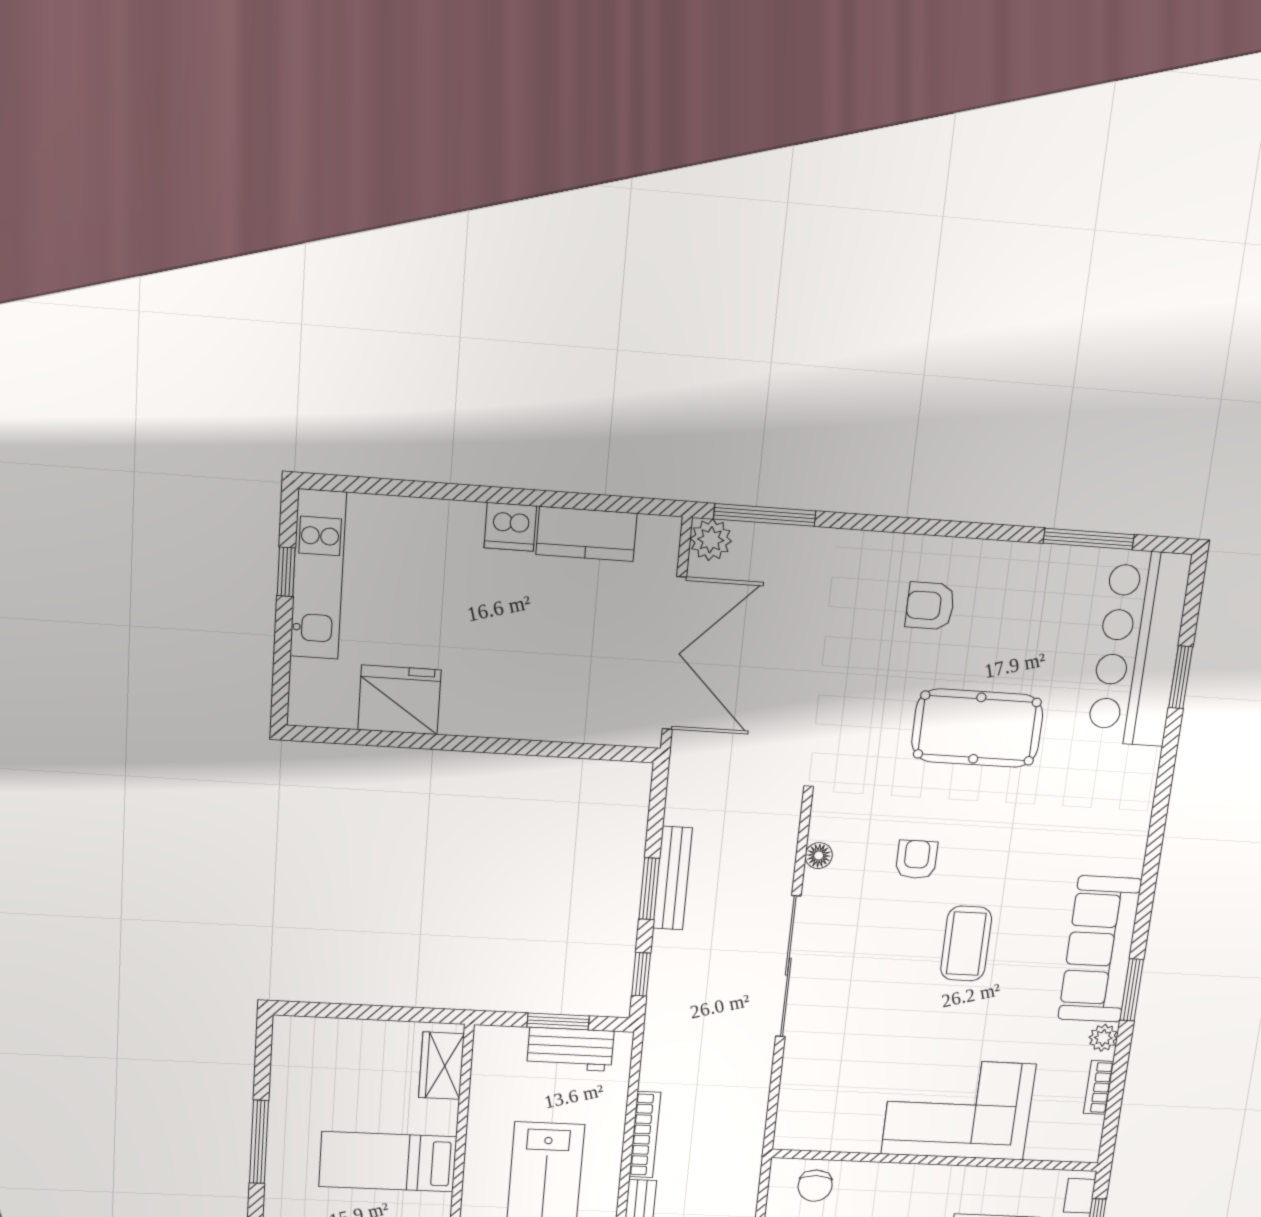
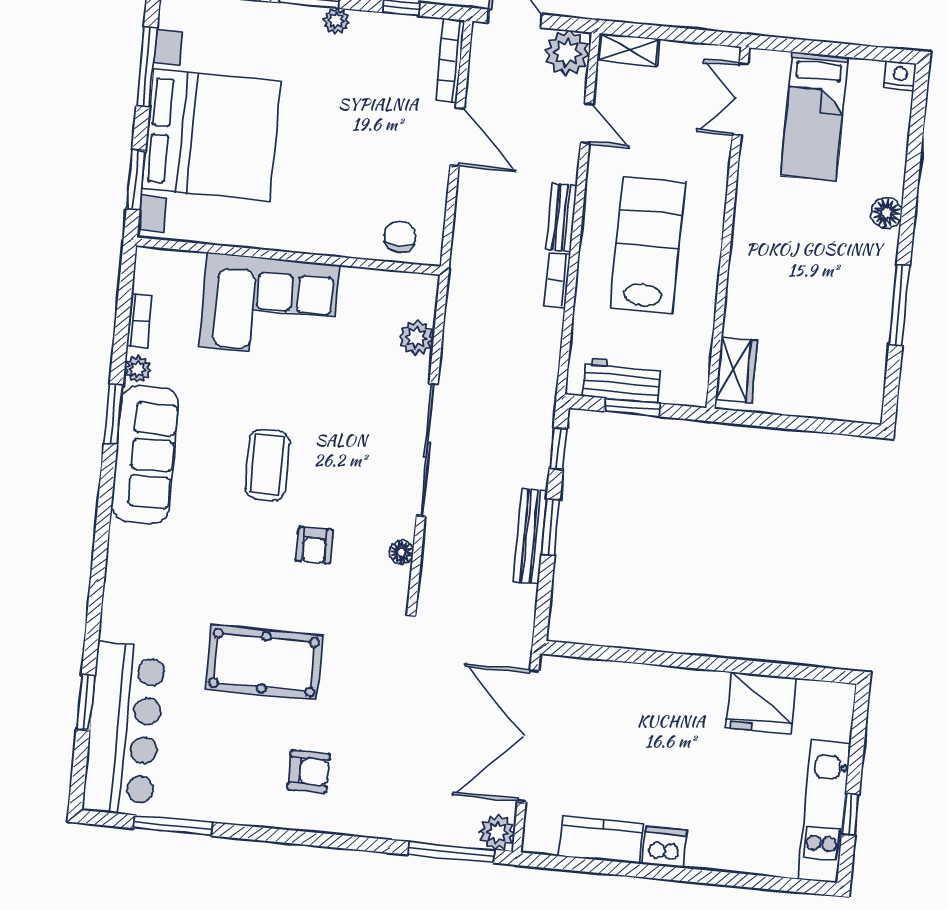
plant: (799, 1084) -> (416, 338), added
bookcase: (645, 1135) -> (557, 280), width x0.64
bed: (388, 1162) -> (787, 280), removed

